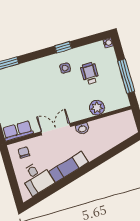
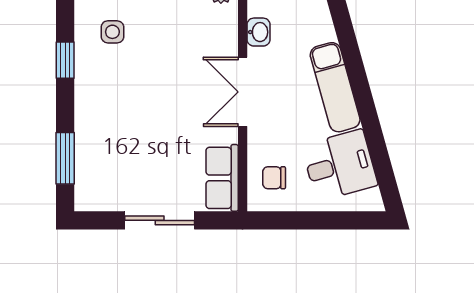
window: (63, 47) -> (65, 60), moved

